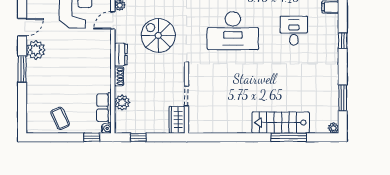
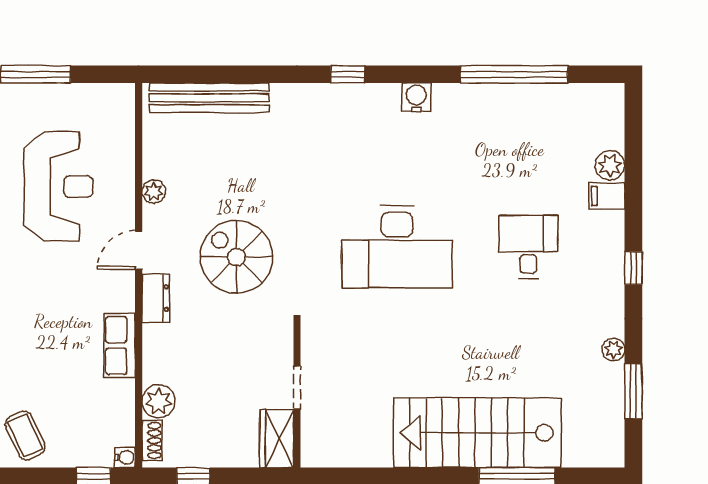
door: (113, 20) -> (139, 250), moved
shoe rack: (119, 76) -> (152, 441), moved
row of seats: (104, 108) -> (120, 345), moved
stairs: (281, 123) -> (477, 433), width x1.36, depth x1.51
plant: (333, 128) -> (613, 349), moved

